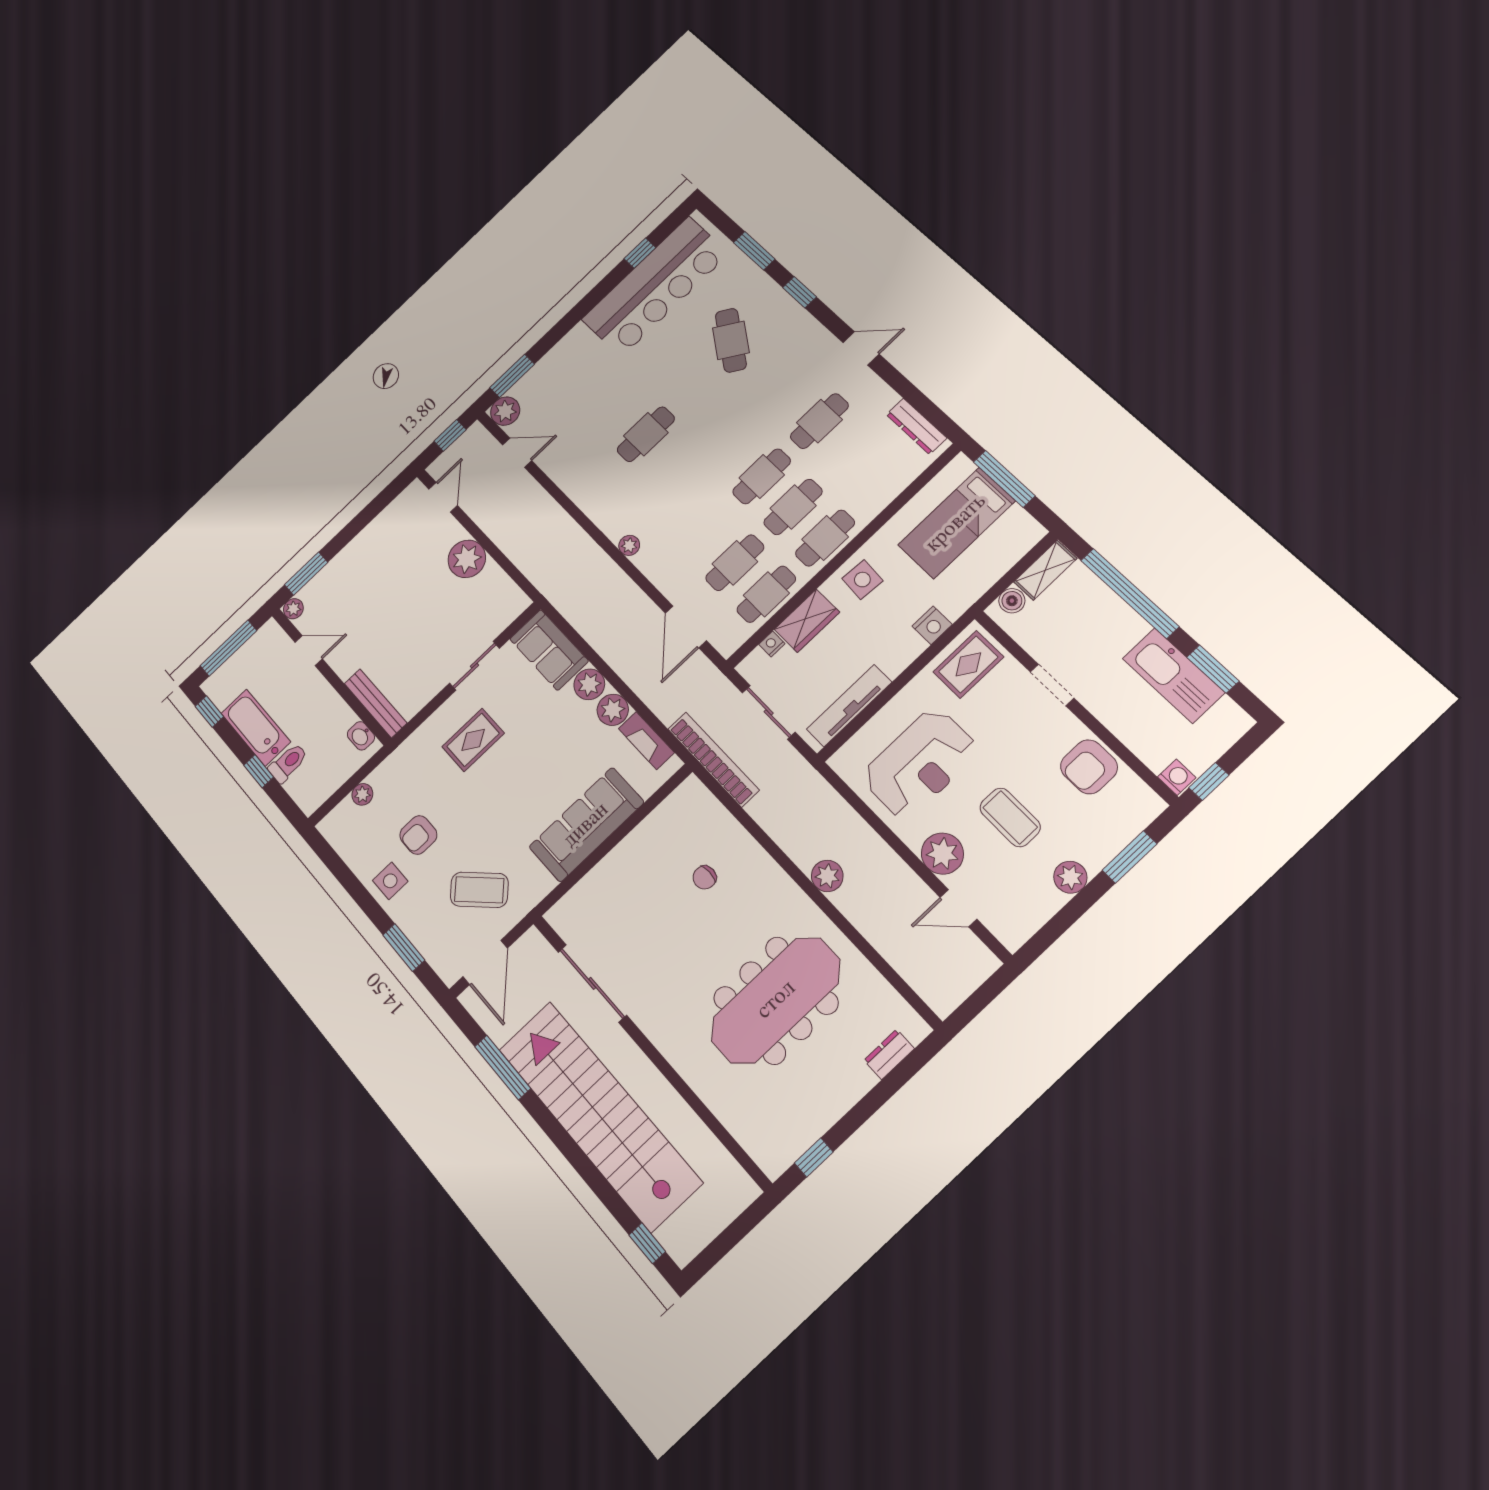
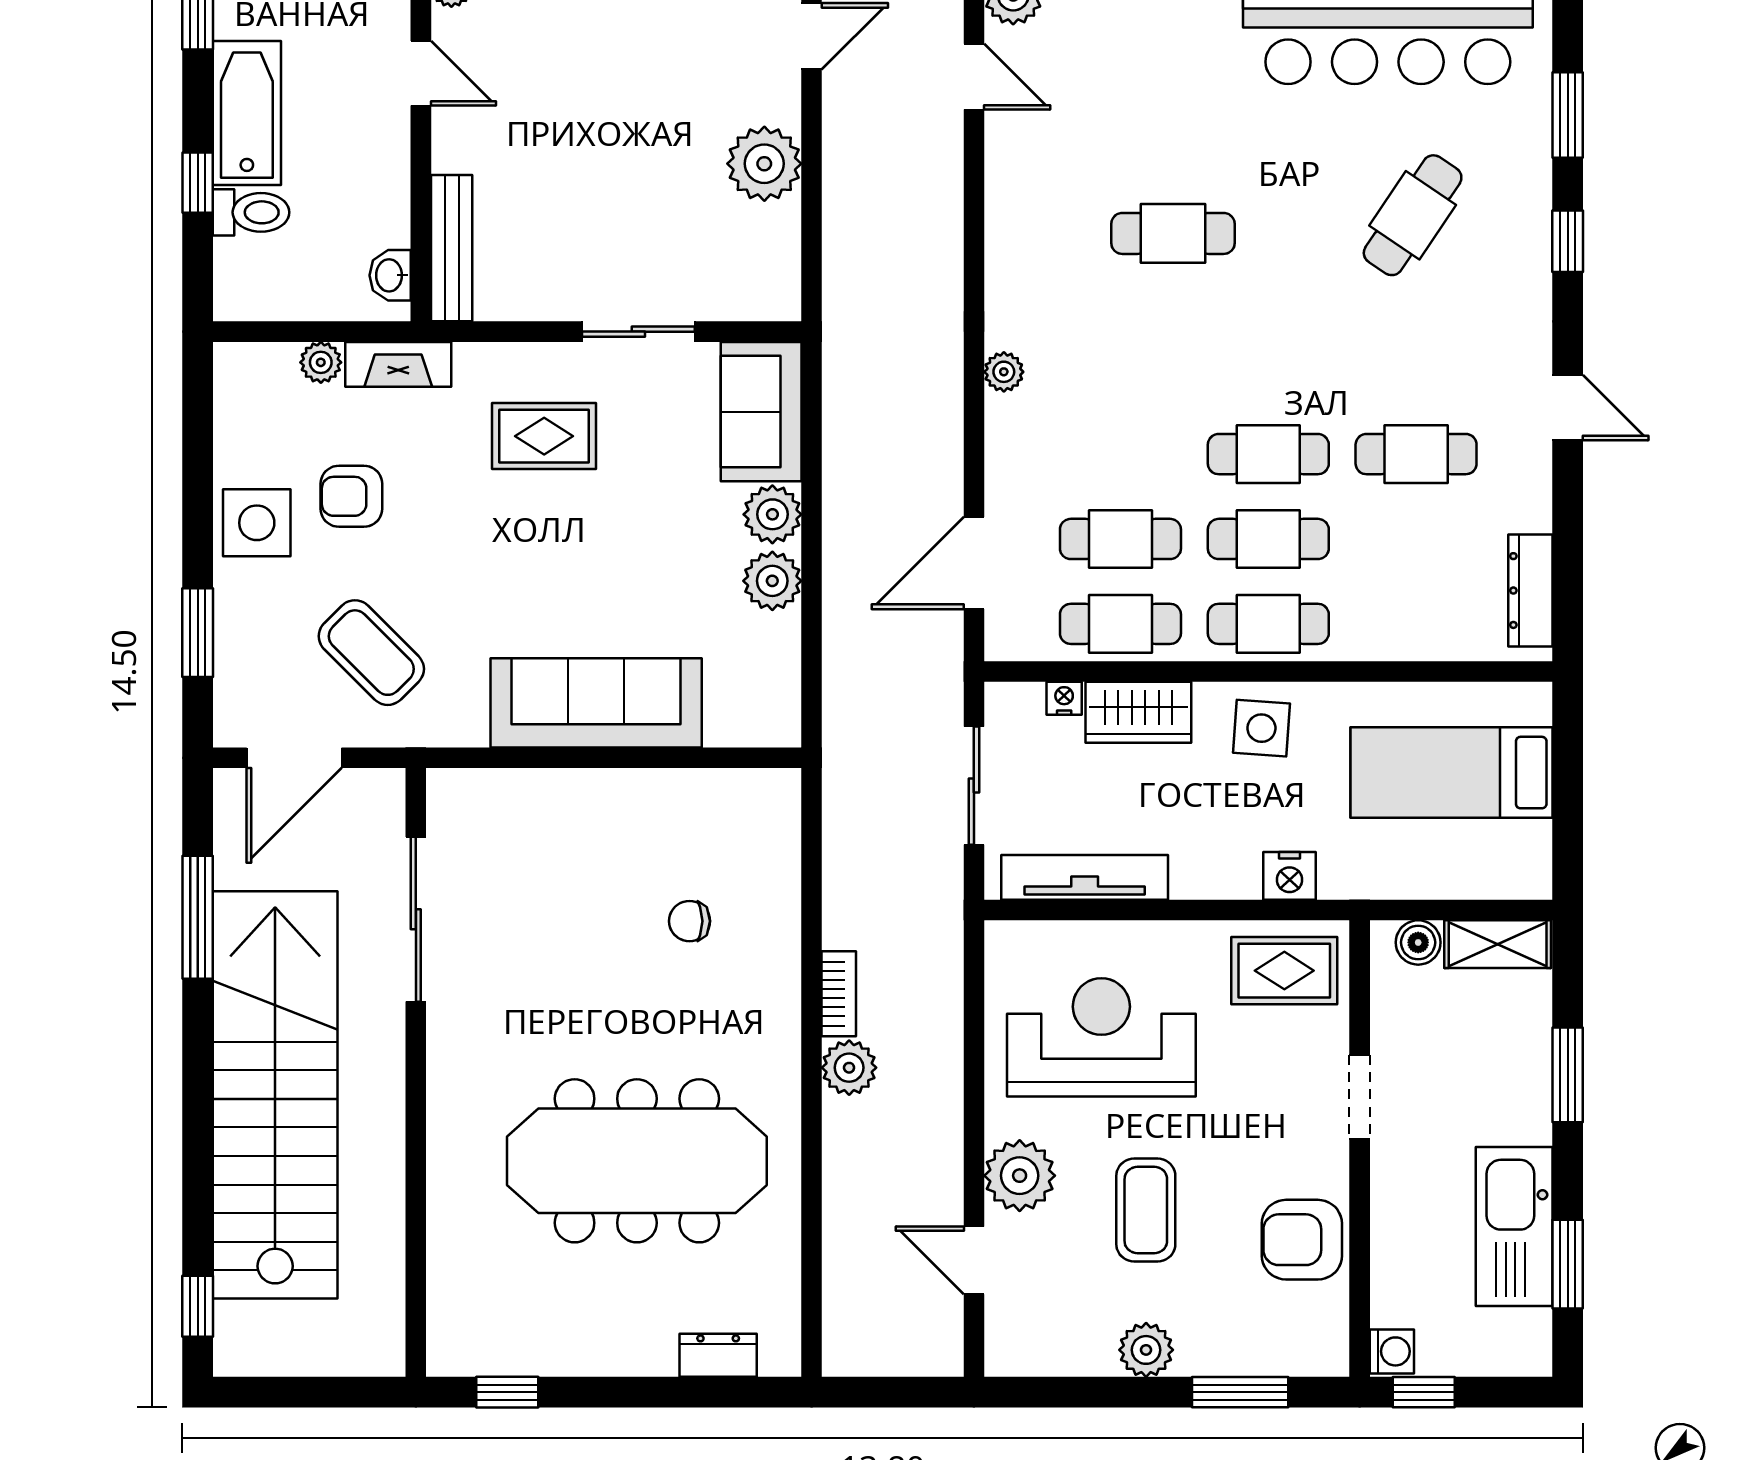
window: (1004, 479) -> (1568, 774), removed
window: (1130, 593) -> (1568, 1075), width x0.47
fireplace: (646, 741) -> (398, 364), moved, turned -90
bookcase: (713, 759) -> (839, 994), moved, width x0.43, depth x0.76
reception desk: (920, 763) -> (1101, 1037), turned 180
side table: (390, 881) -> (257, 523), width x1.37, depth x1.37

